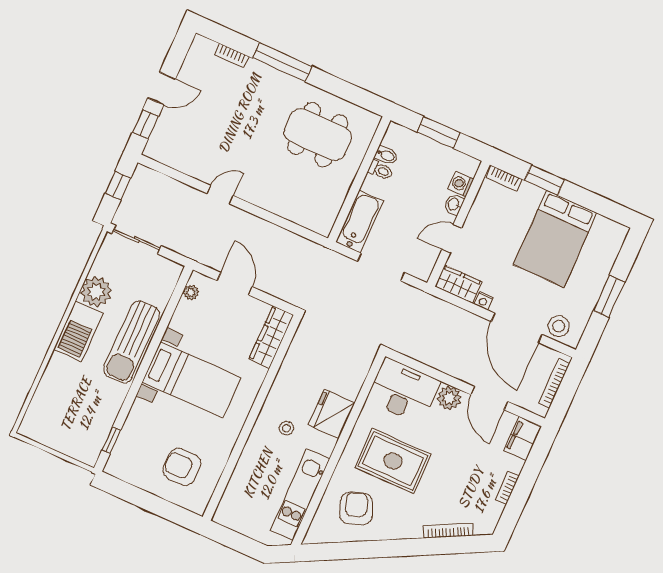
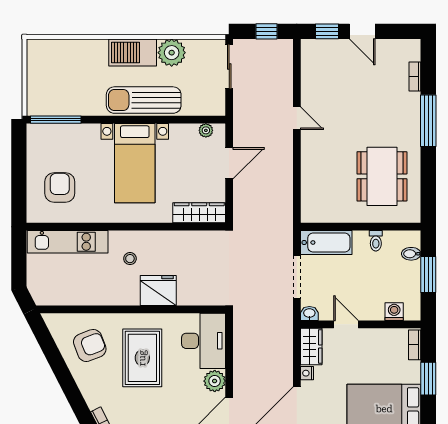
bidet: (386, 155) -> (411, 254), moved, turned 90
washbasin: (454, 204) -> (309, 313), moved
window: (111, 440) -> (56, 120), width x2.17
kitchen unit: (300, 495) -> (68, 242), moved, turned 180

